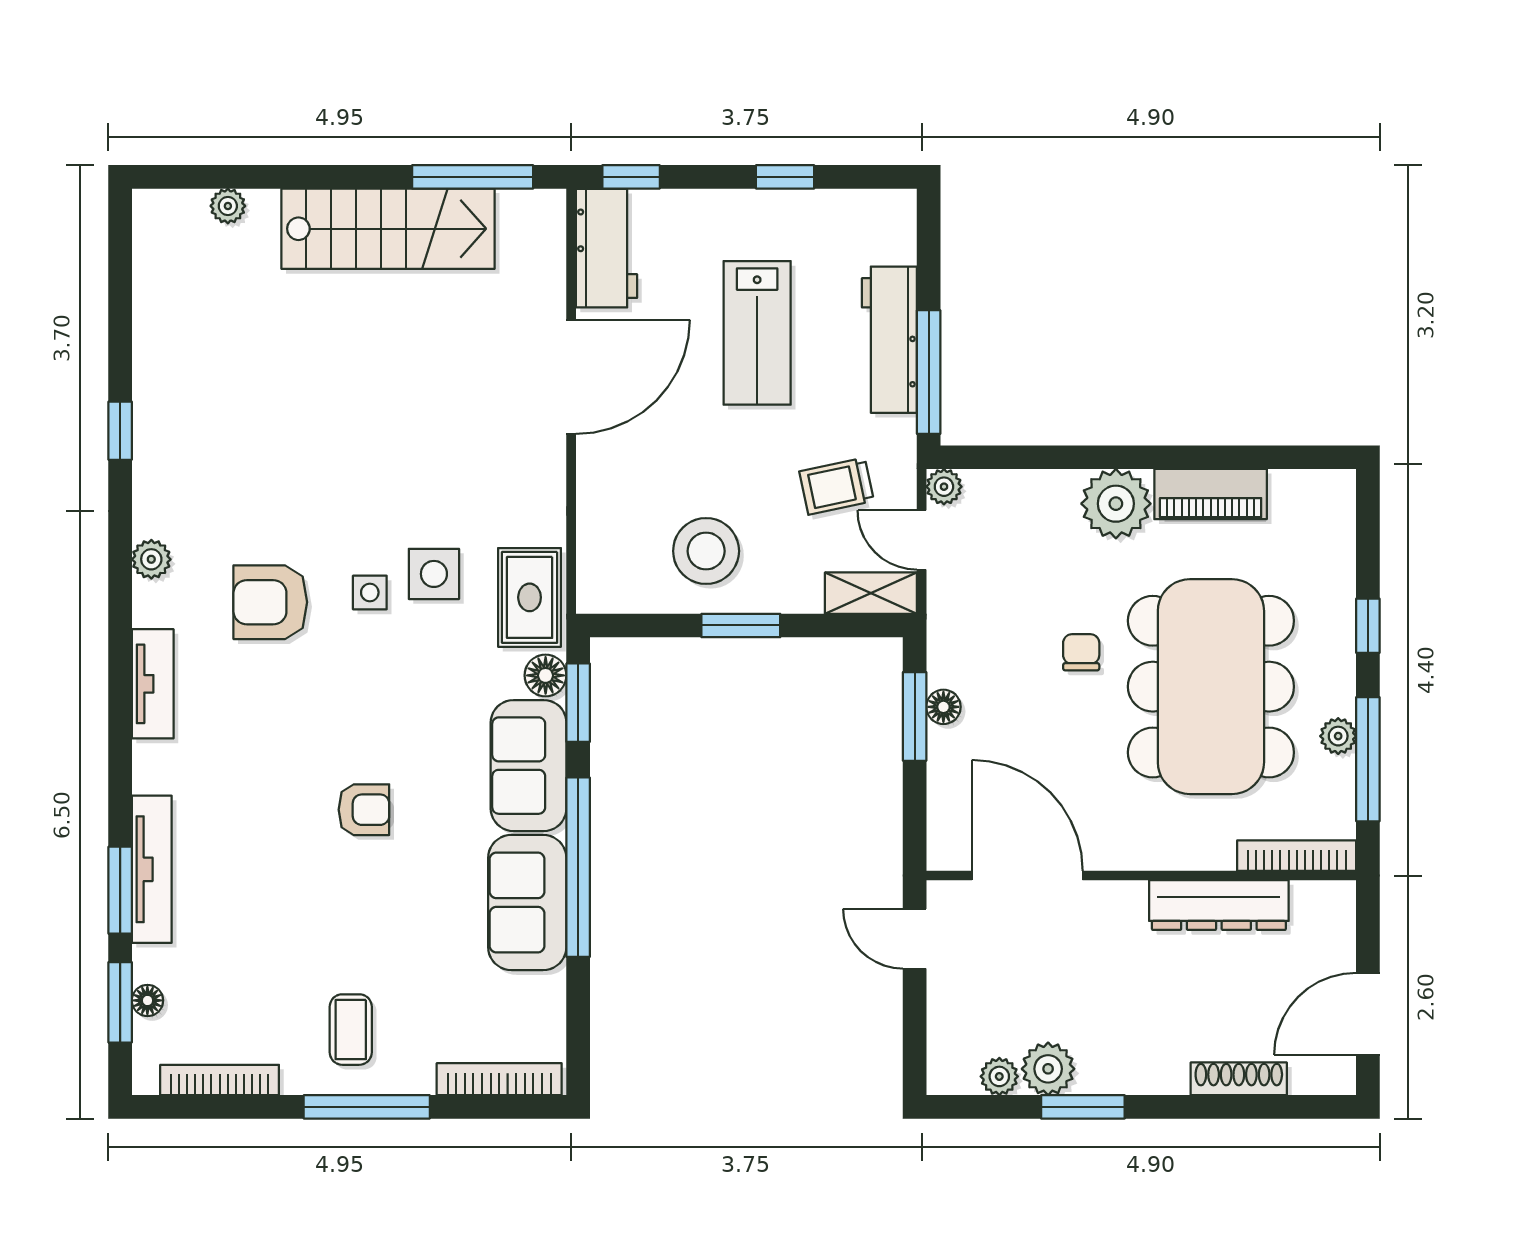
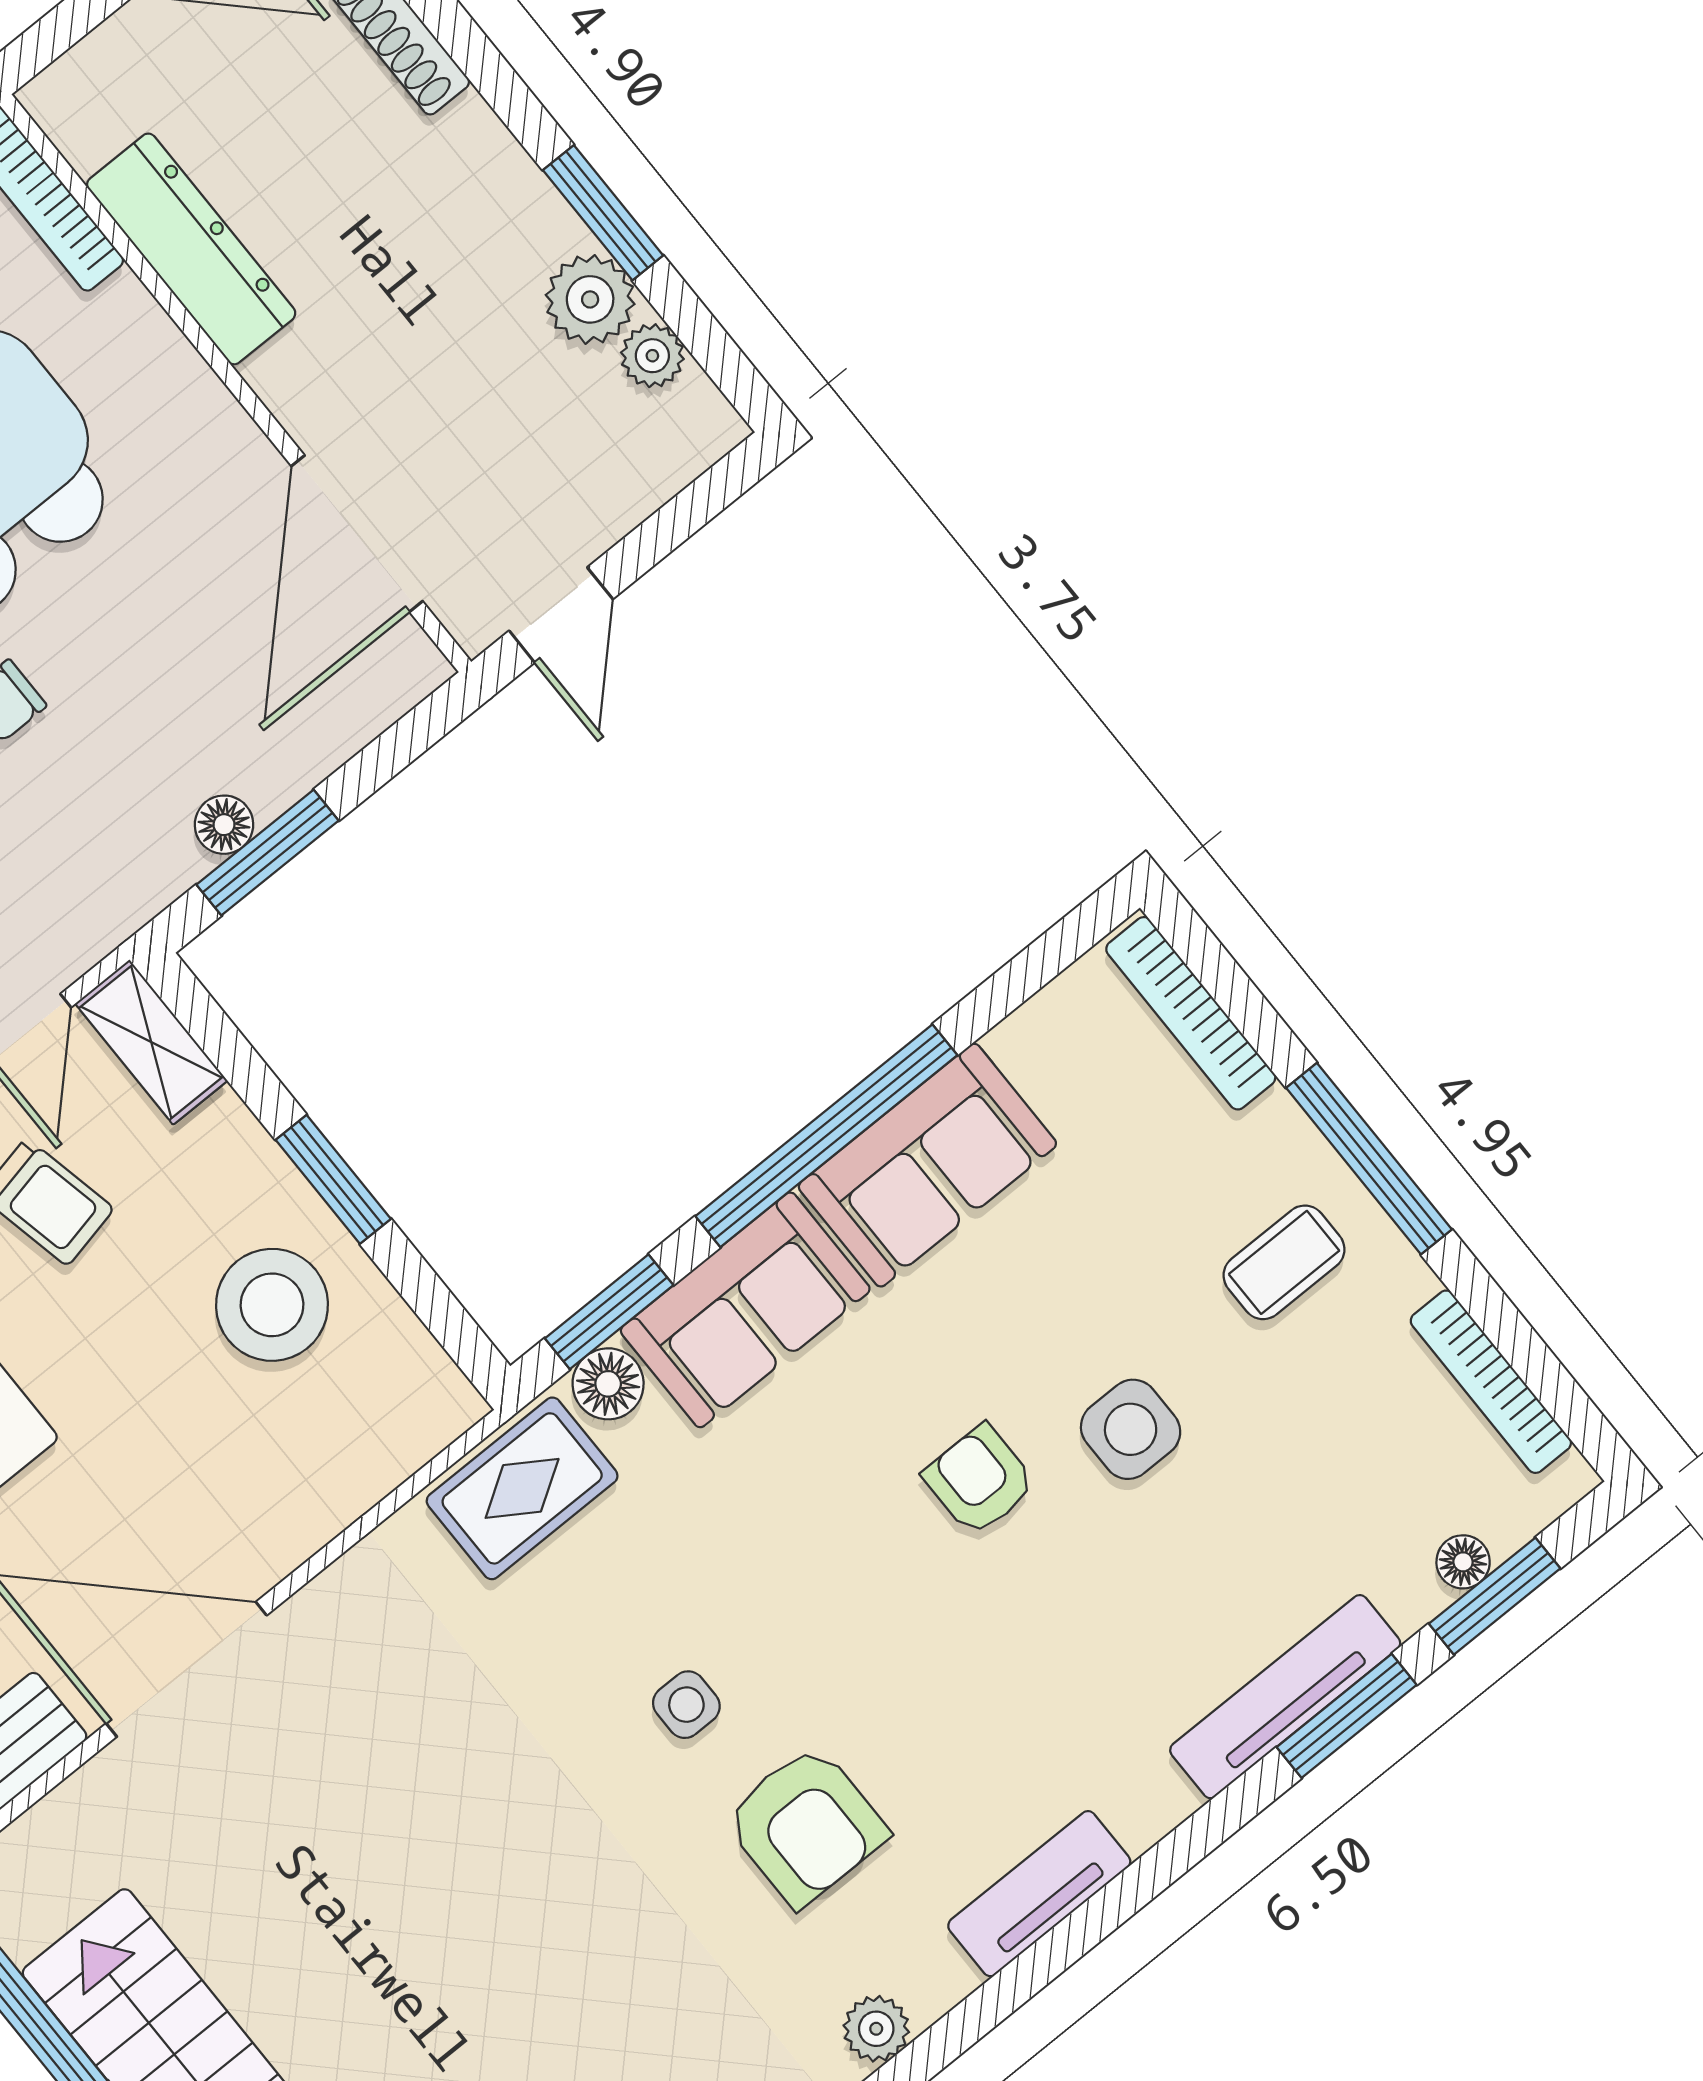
side table: (434, 574) -> (1131, 1429), moved

